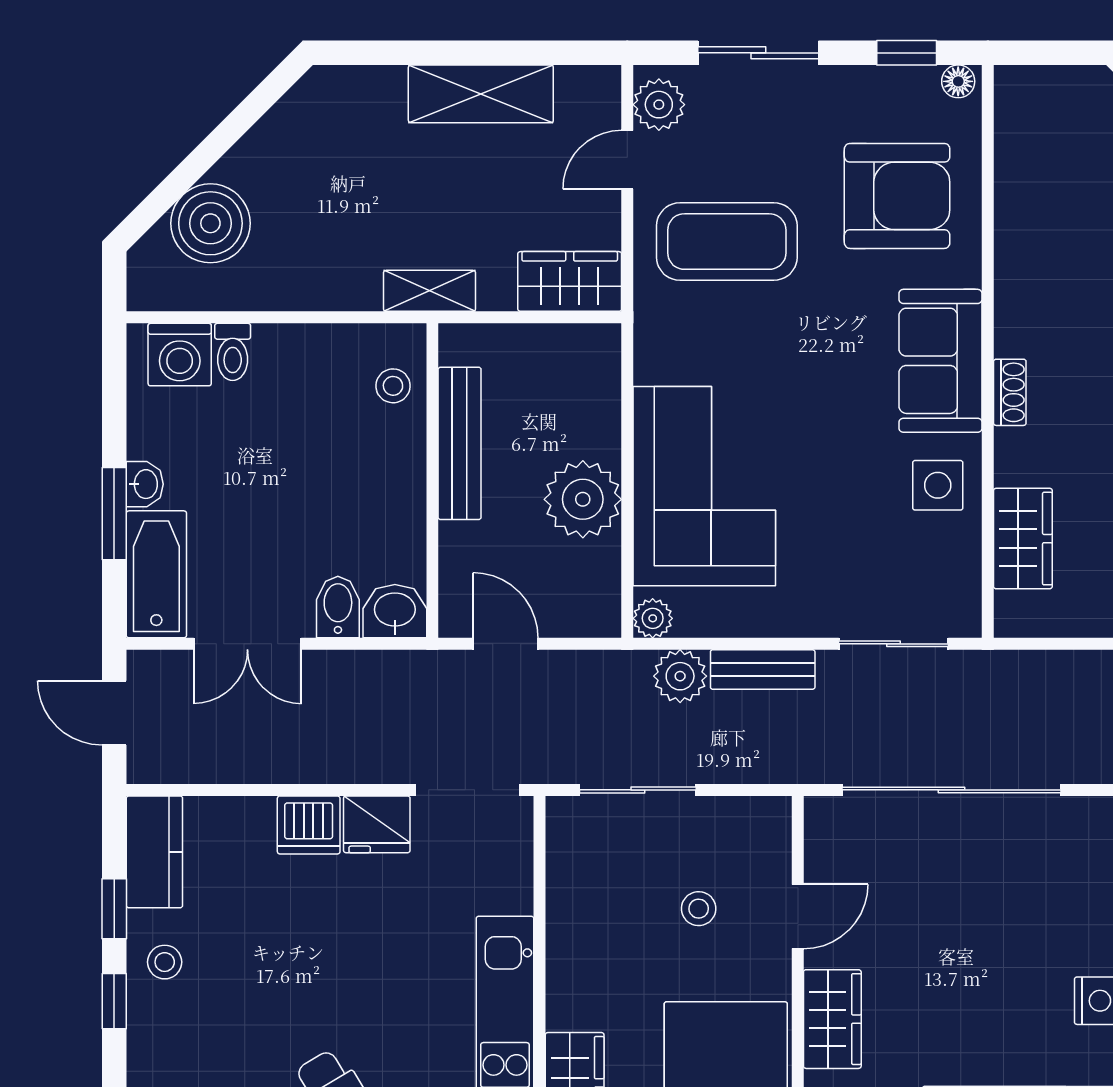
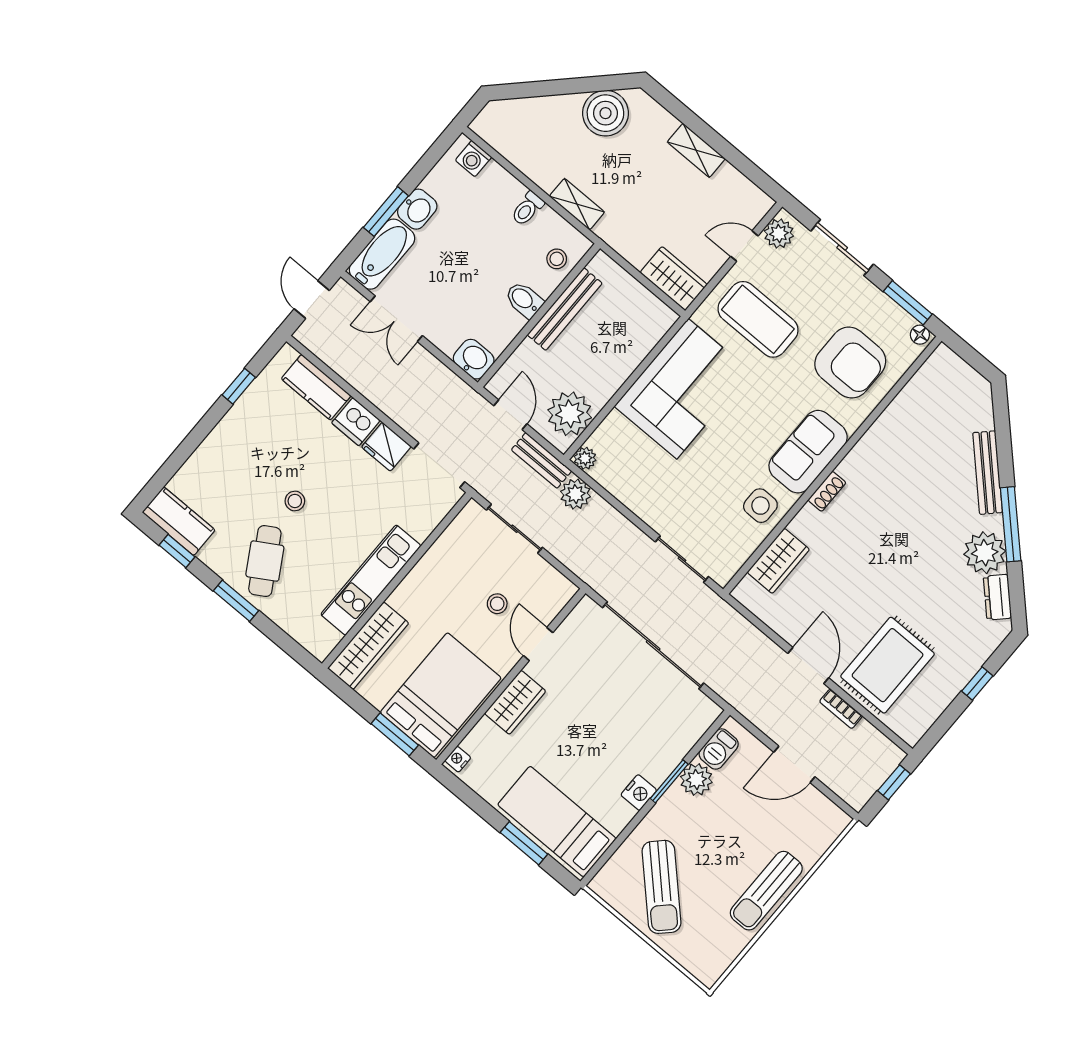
window: (907, 53) -> (908, 303), width x1.50
shelving: (481, 94) -> (696, 150), width x0.67, depth x0.75
boiler: (210, 223) -> (605, 113), moved
shelving: (430, 291) -> (577, 204), moved
toilet: (233, 352) -> (527, 209), moved
washing machine: (180, 355) -> (473, 159), width x0.73, depth x0.73
washbasin: (145, 484) -> (417, 209), width x1.38, depth x1.45
corner sofa: (704, 486) -> (682, 389), moved
plant: (583, 499) -> (570, 414), moved
bidet: (338, 607) -> (524, 300), moved, turned -90
bench: (763, 670) -> (541, 460), moved
kitchen counter: (154, 852) -> (316, 387), moved, turned 90
door: (798, 916) -> (538, 644), swing flipped
stool: (165, 962) -> (295, 501), moved
window: (114, 1001) -> (204, 427), removed

